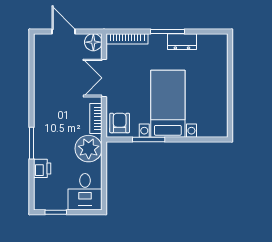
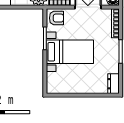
dresser: (182, 42) -> (113, 84), moved

